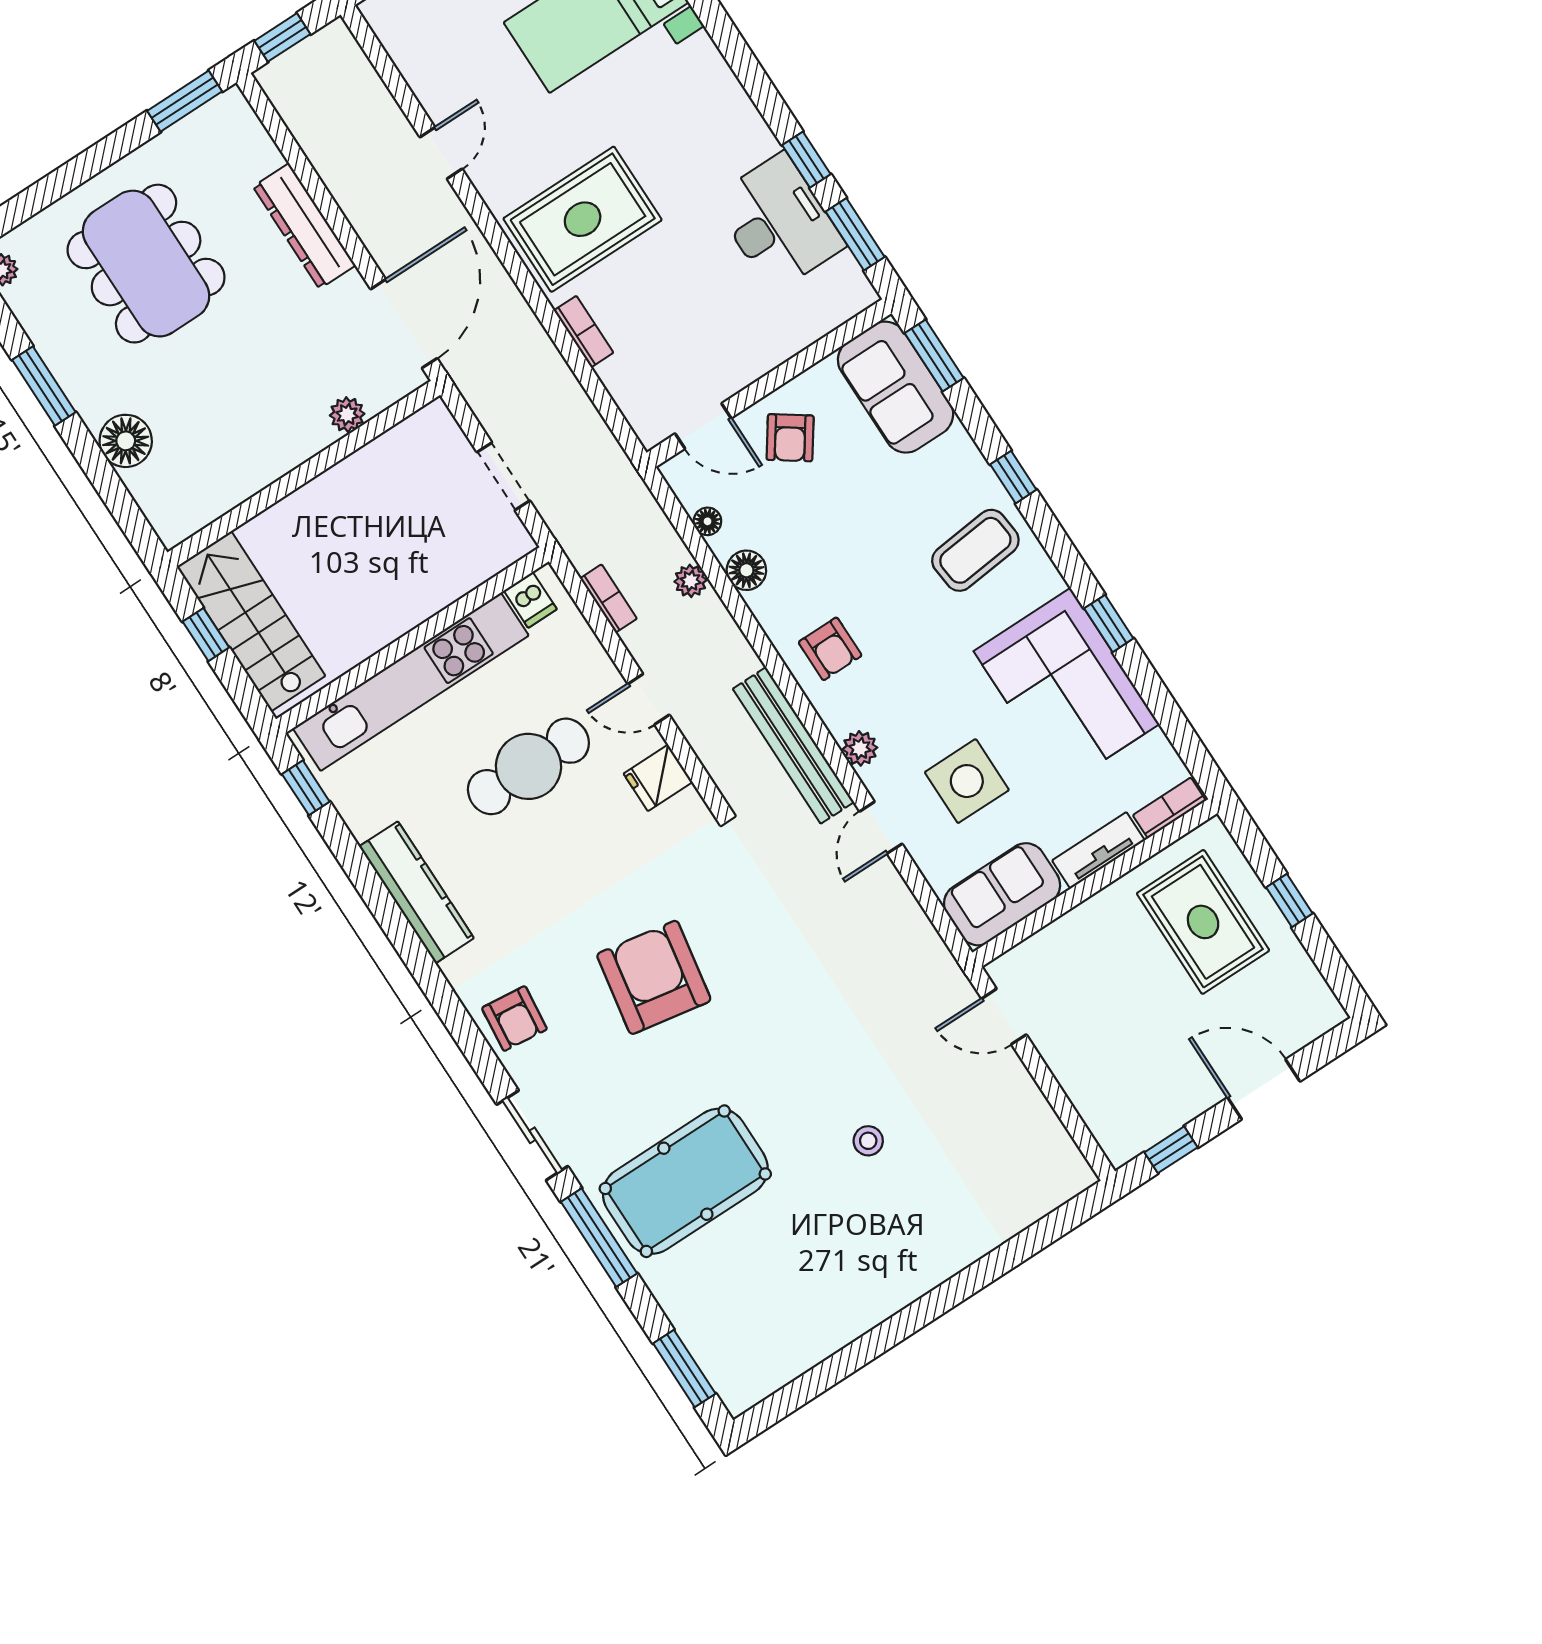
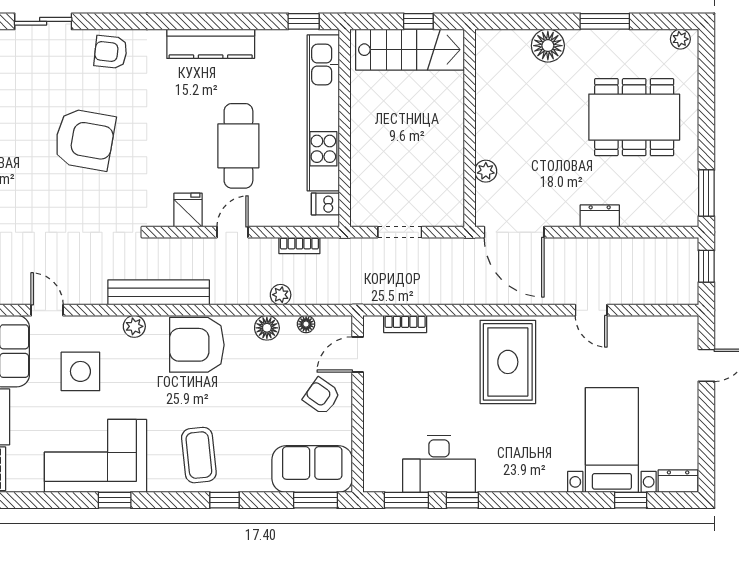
dresser: (304, 226) -> (600, 216), width x0.51, depth x0.80
bookcase: (584, 332) -> (405, 324), moved
armchair: (830, 649) -> (197, 345), width x1.88, depth x1.88
door: (881, 828) -> (47, 310), moved

